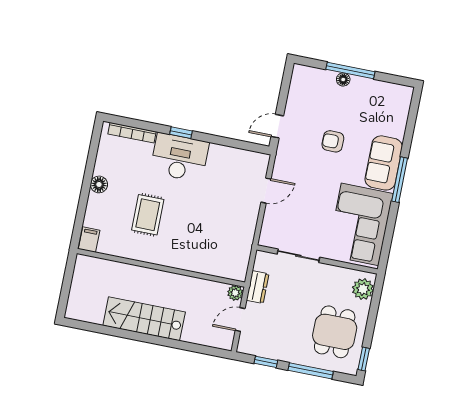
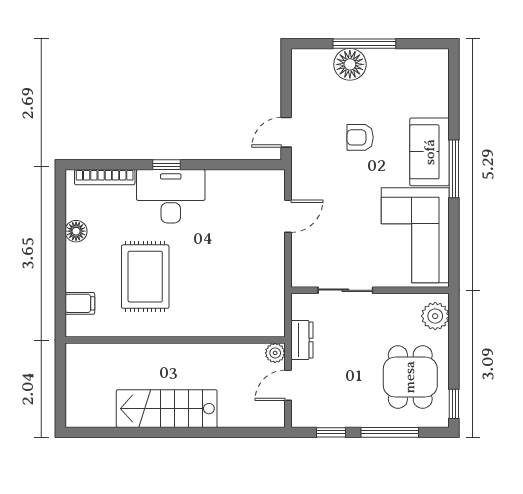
floor lamp: (343, 80) -> (350, 64), width x1.89, depth x1.89
floor lamp: (99, 184) -> (76, 231), moved
rug: (148, 215) -> (145, 277), width x1.36, depth x1.43
filing cabinet: (89, 240) -> (80, 303), moved, turned 90

